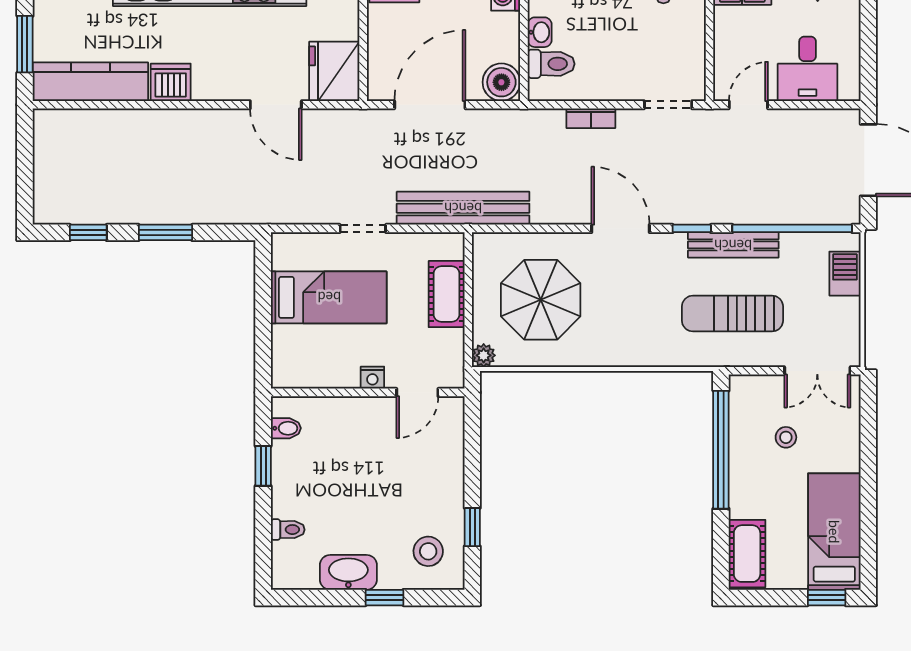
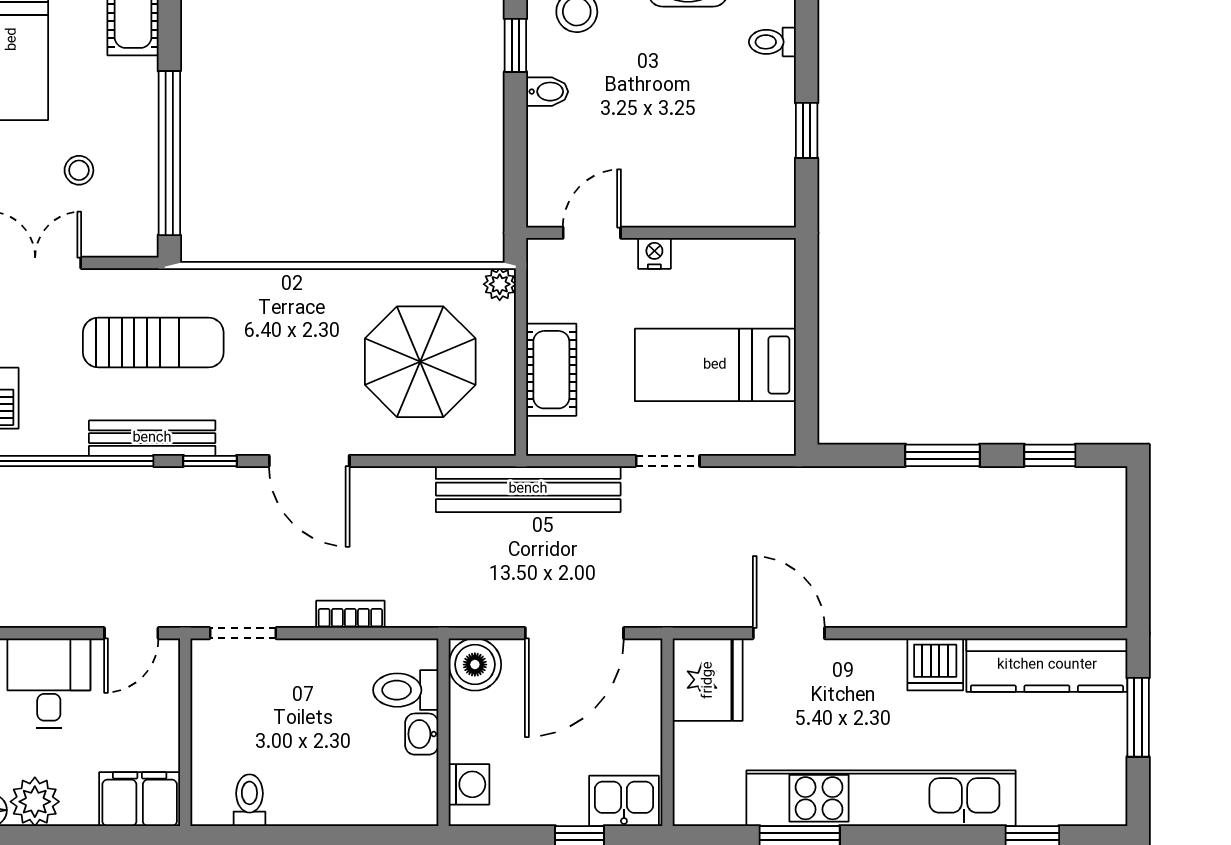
bidet: (286, 428) -> (547, 92), moved, turned 180

